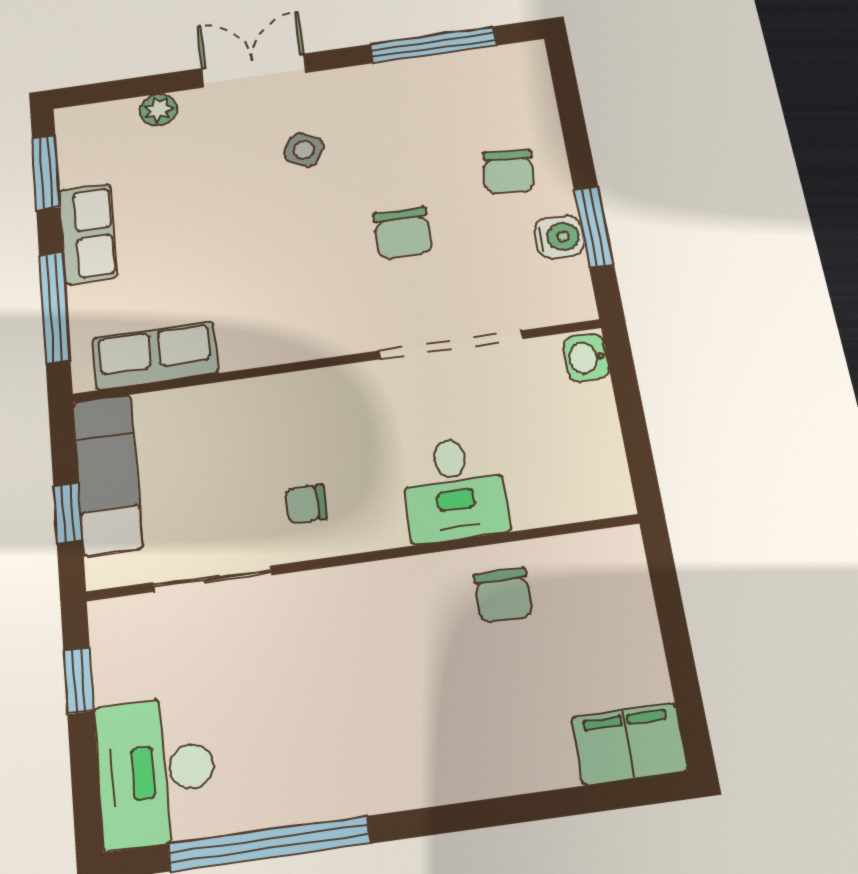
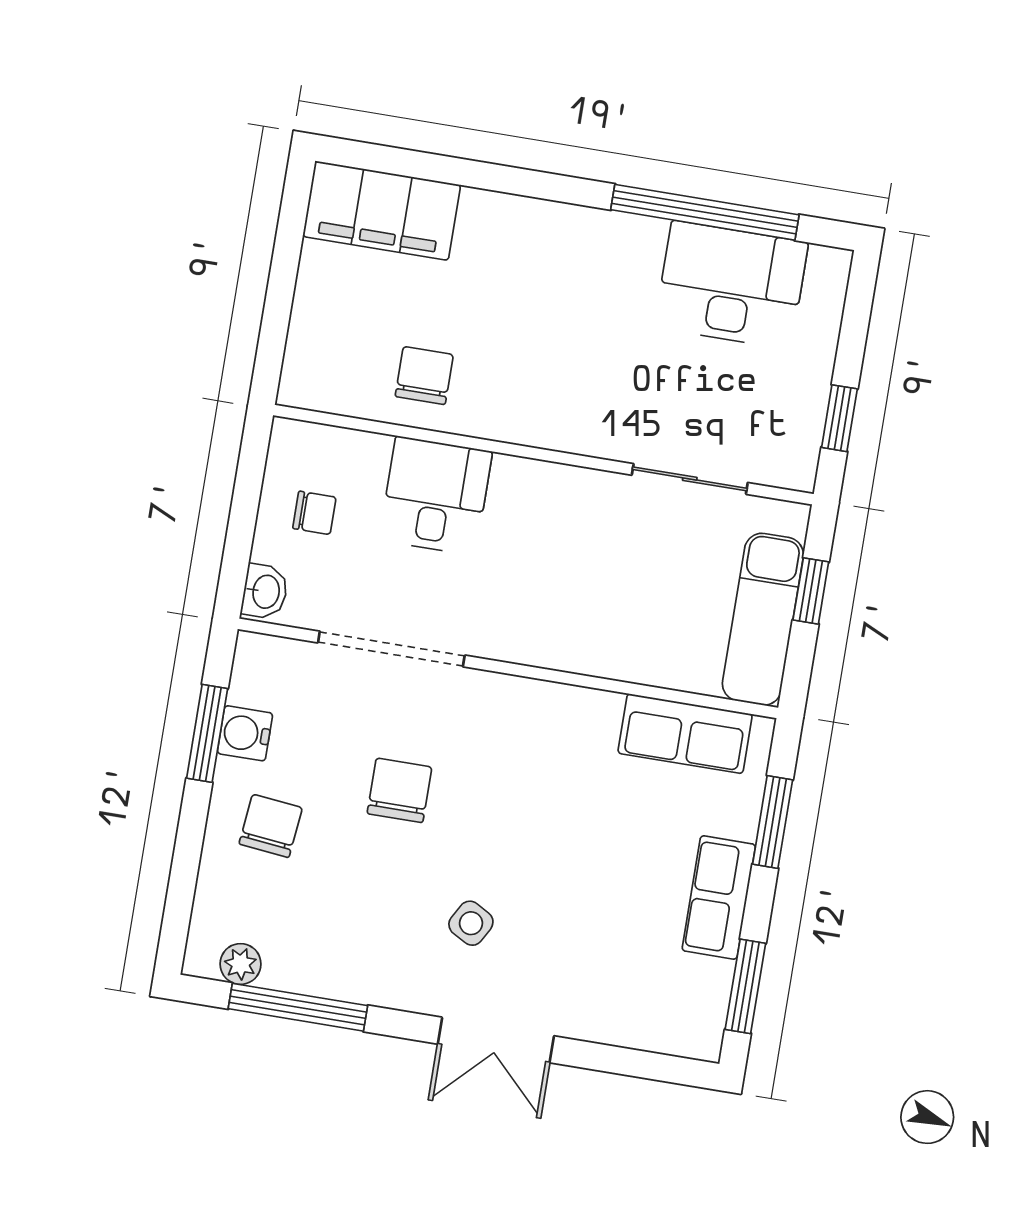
plant: (158, 110) -> (241, 964), moved
window: (55, 307) -> (773, 822), width x0.69
chair: (306, 504) -> (314, 513), moved
filing cabinet: (629, 744) -> (382, 211), width x1.50, depth x1.17
desk: (156, 771) -> (731, 285), moved, turned -90

